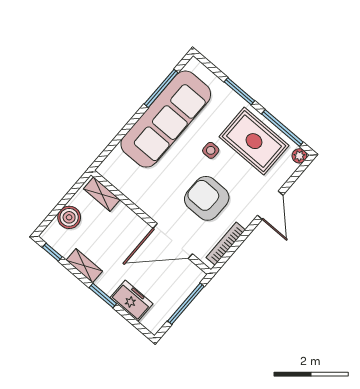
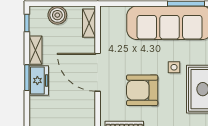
armchair: (207, 198) -> (142, 90), turned -90
door: (173, 241) -> (98, 72), moved
freezer: (131, 301) -> (39, 80), moved

